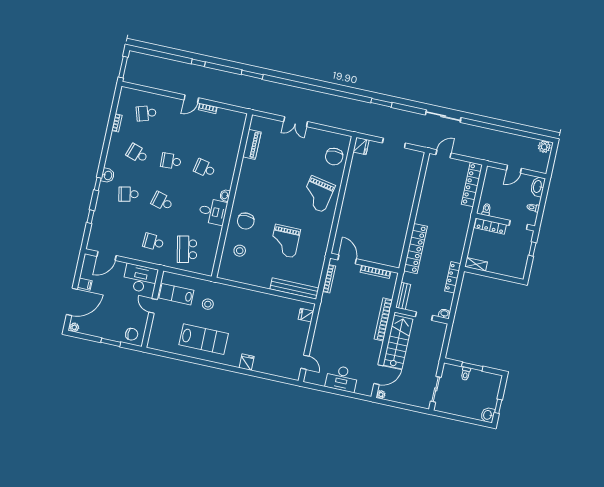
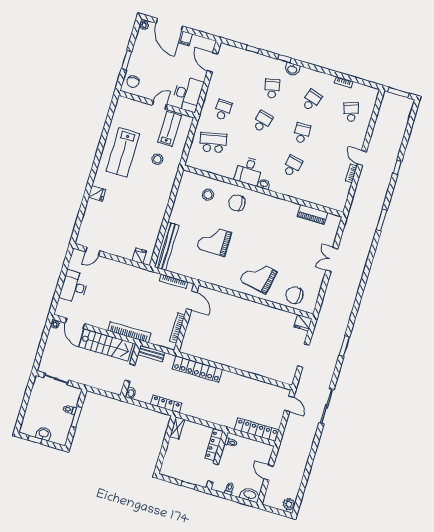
door: (347, 259) -> (192, 301), hinge flipped
washbasin: (488, 415) -> (44, 434), moved

